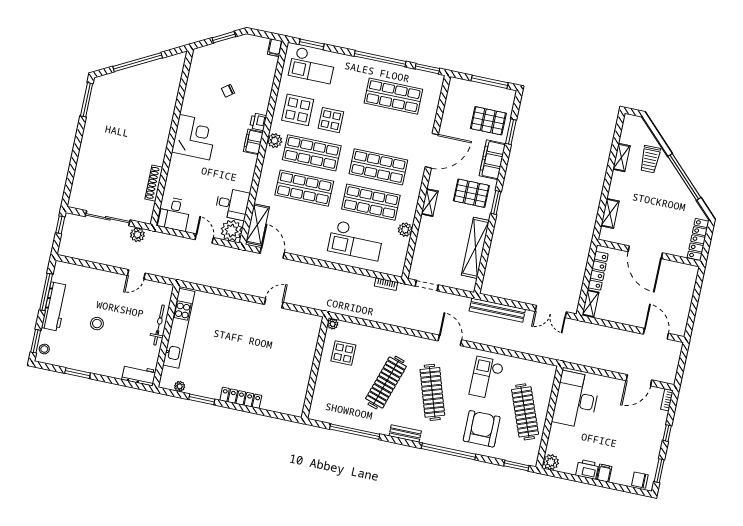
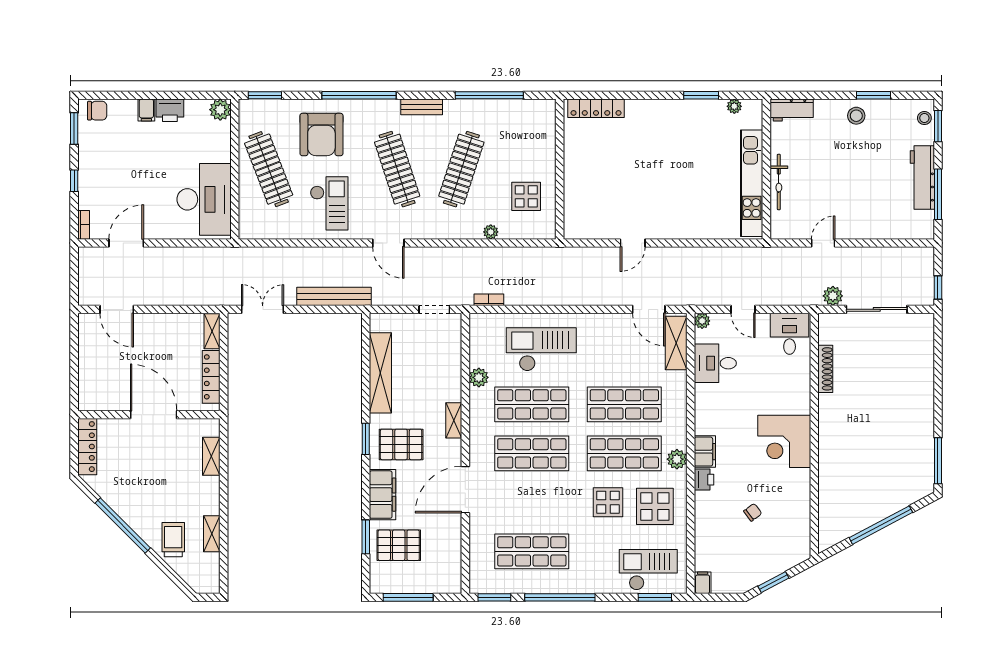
plant: (232, 231) -> (702, 321), width x0.53, depth x0.53
stool: (97, 324) -> (856, 116), moved
plant: (333, 324) -> (491, 232), moved
locker: (241, 398) -> (596, 108), moved

